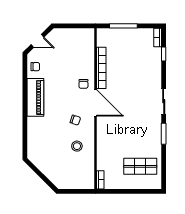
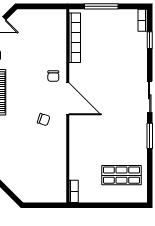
bookcase: (101, 68) -> (75, 38), moved
stool: (77, 146) -> (45, 151), removed

